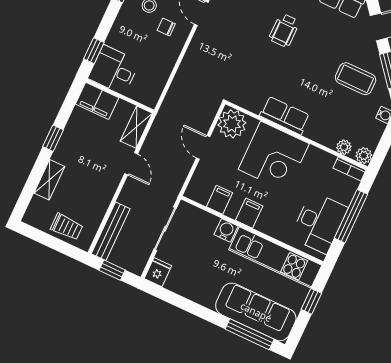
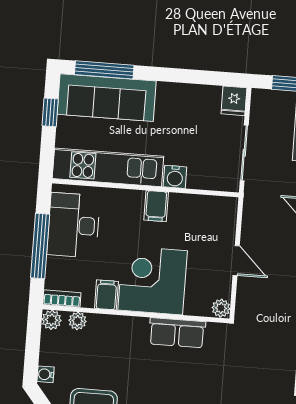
row of seats: (285, 115) -> (177, 333), moved
plant: (232, 124) -> (221, 308), width x0.53, depth x0.53
filing cabinet: (219, 200) -> (106, 295), moved, turned 180
window: (311, 301) -> (50, 112), moved

